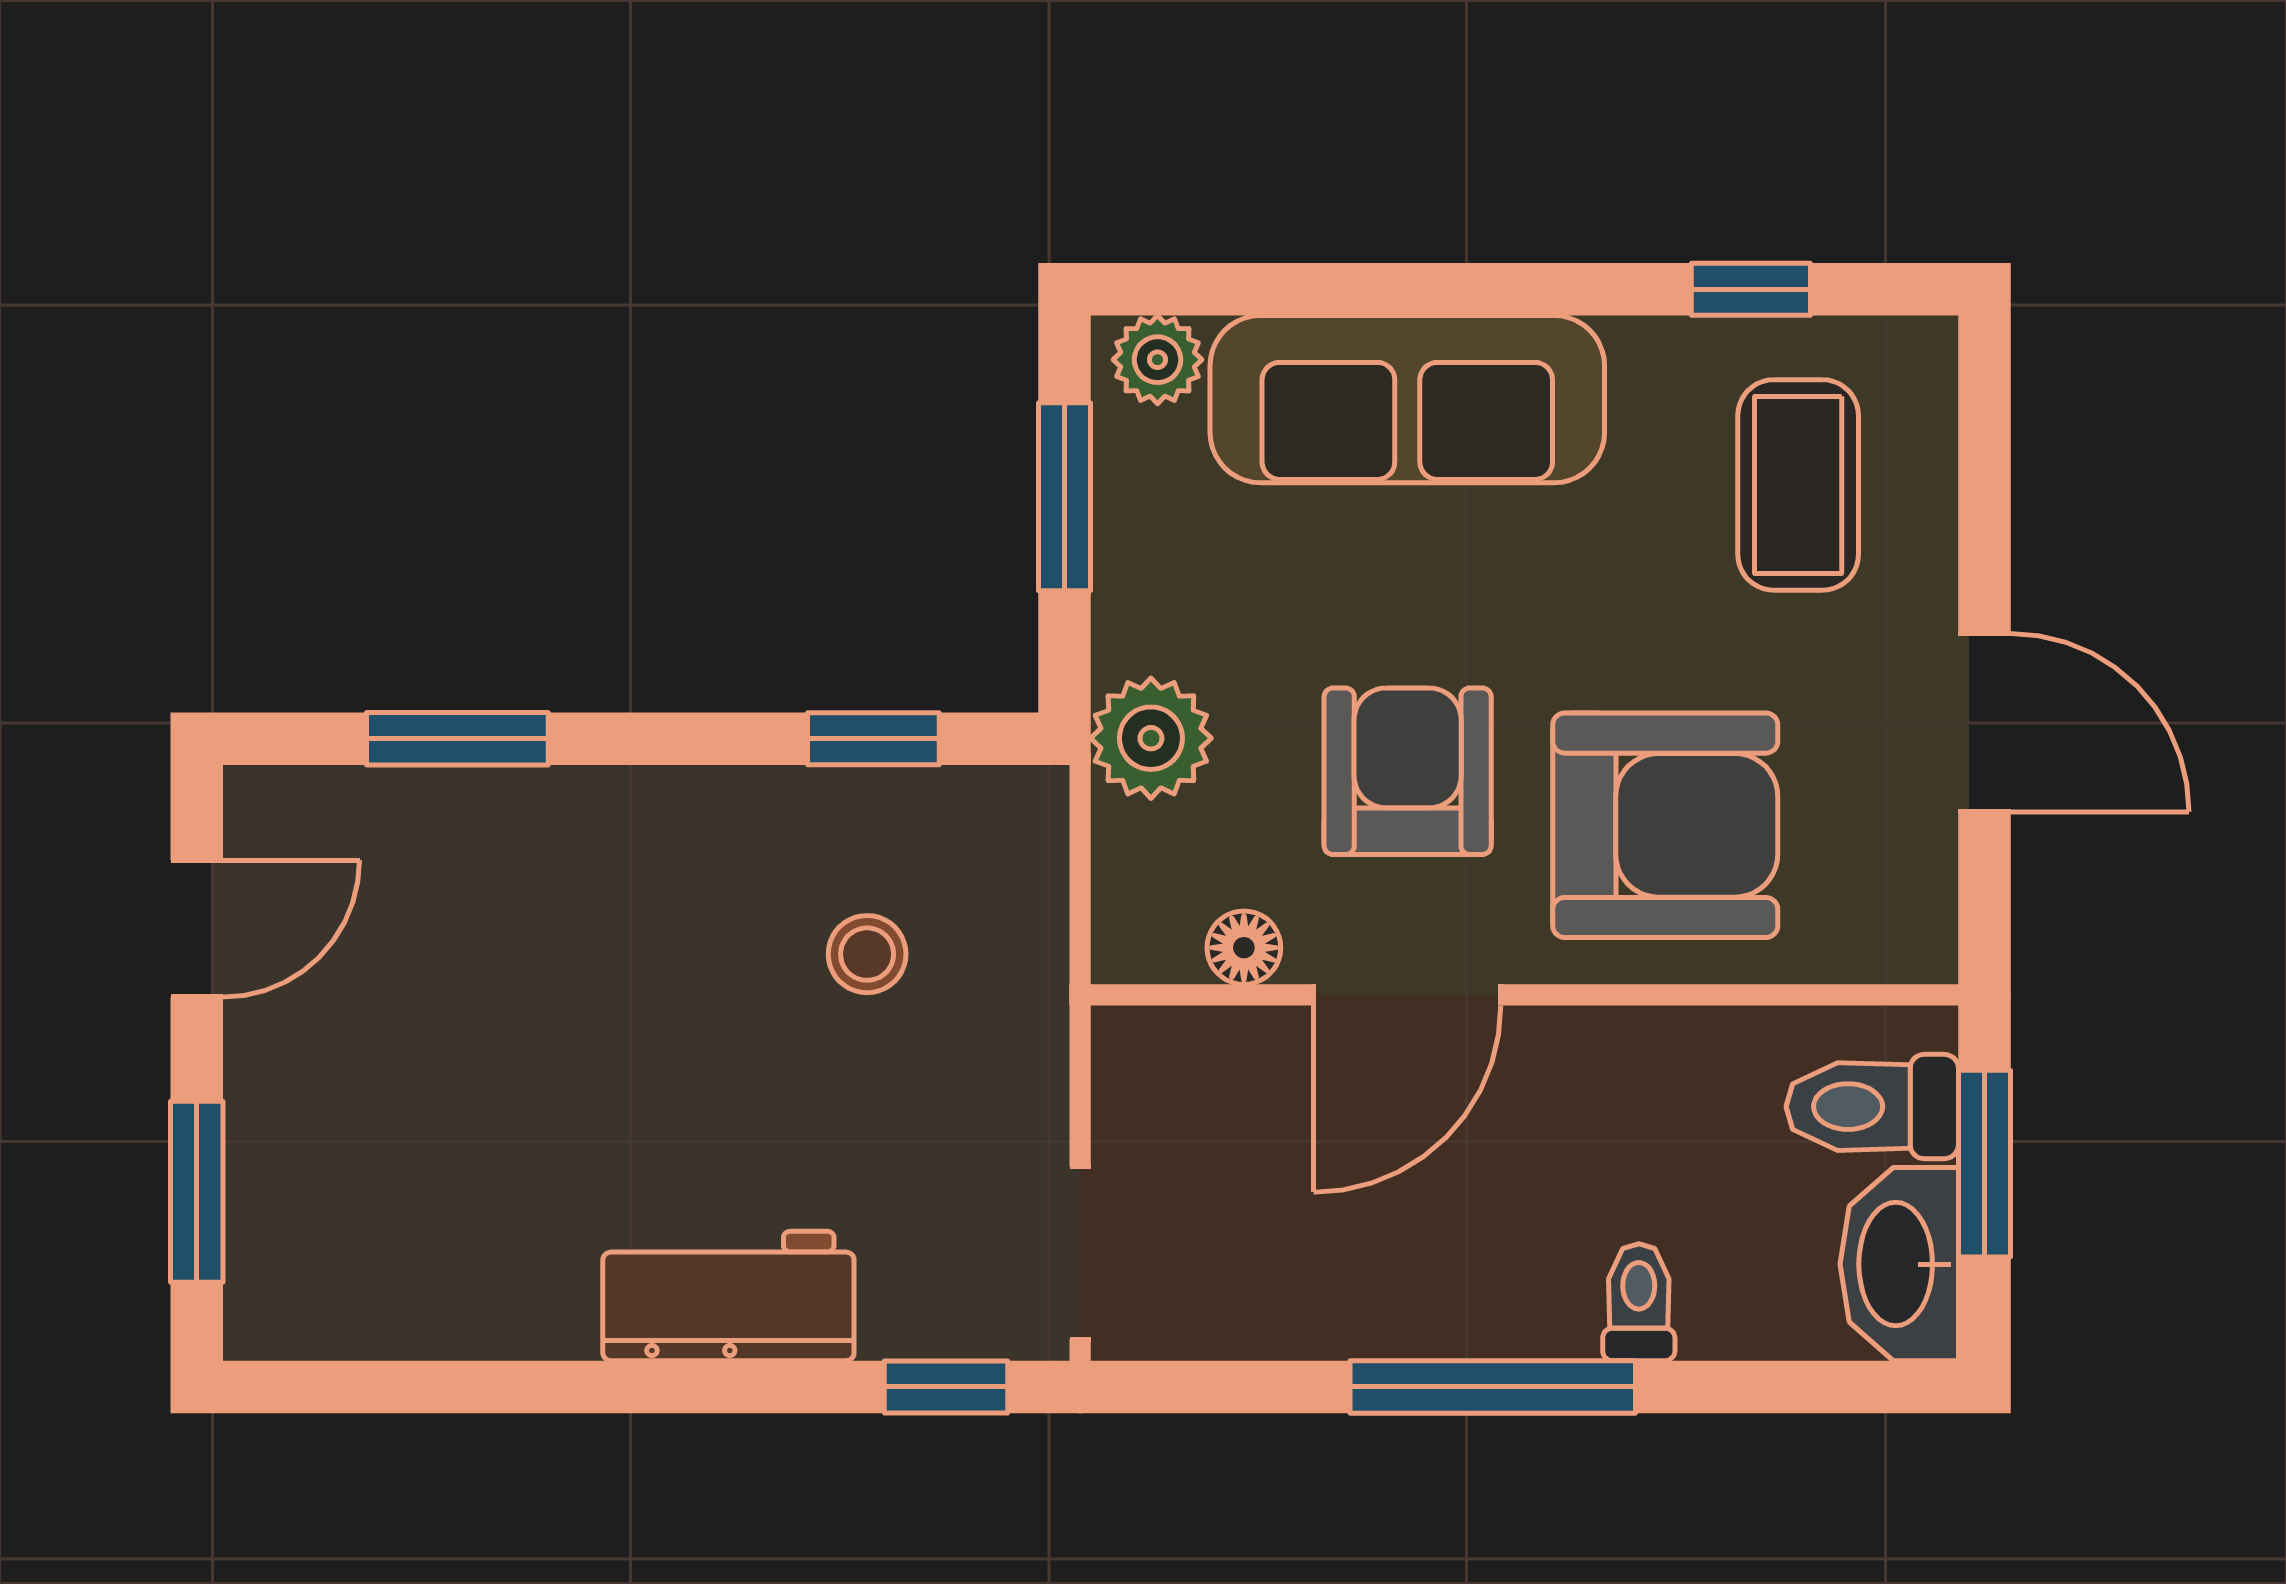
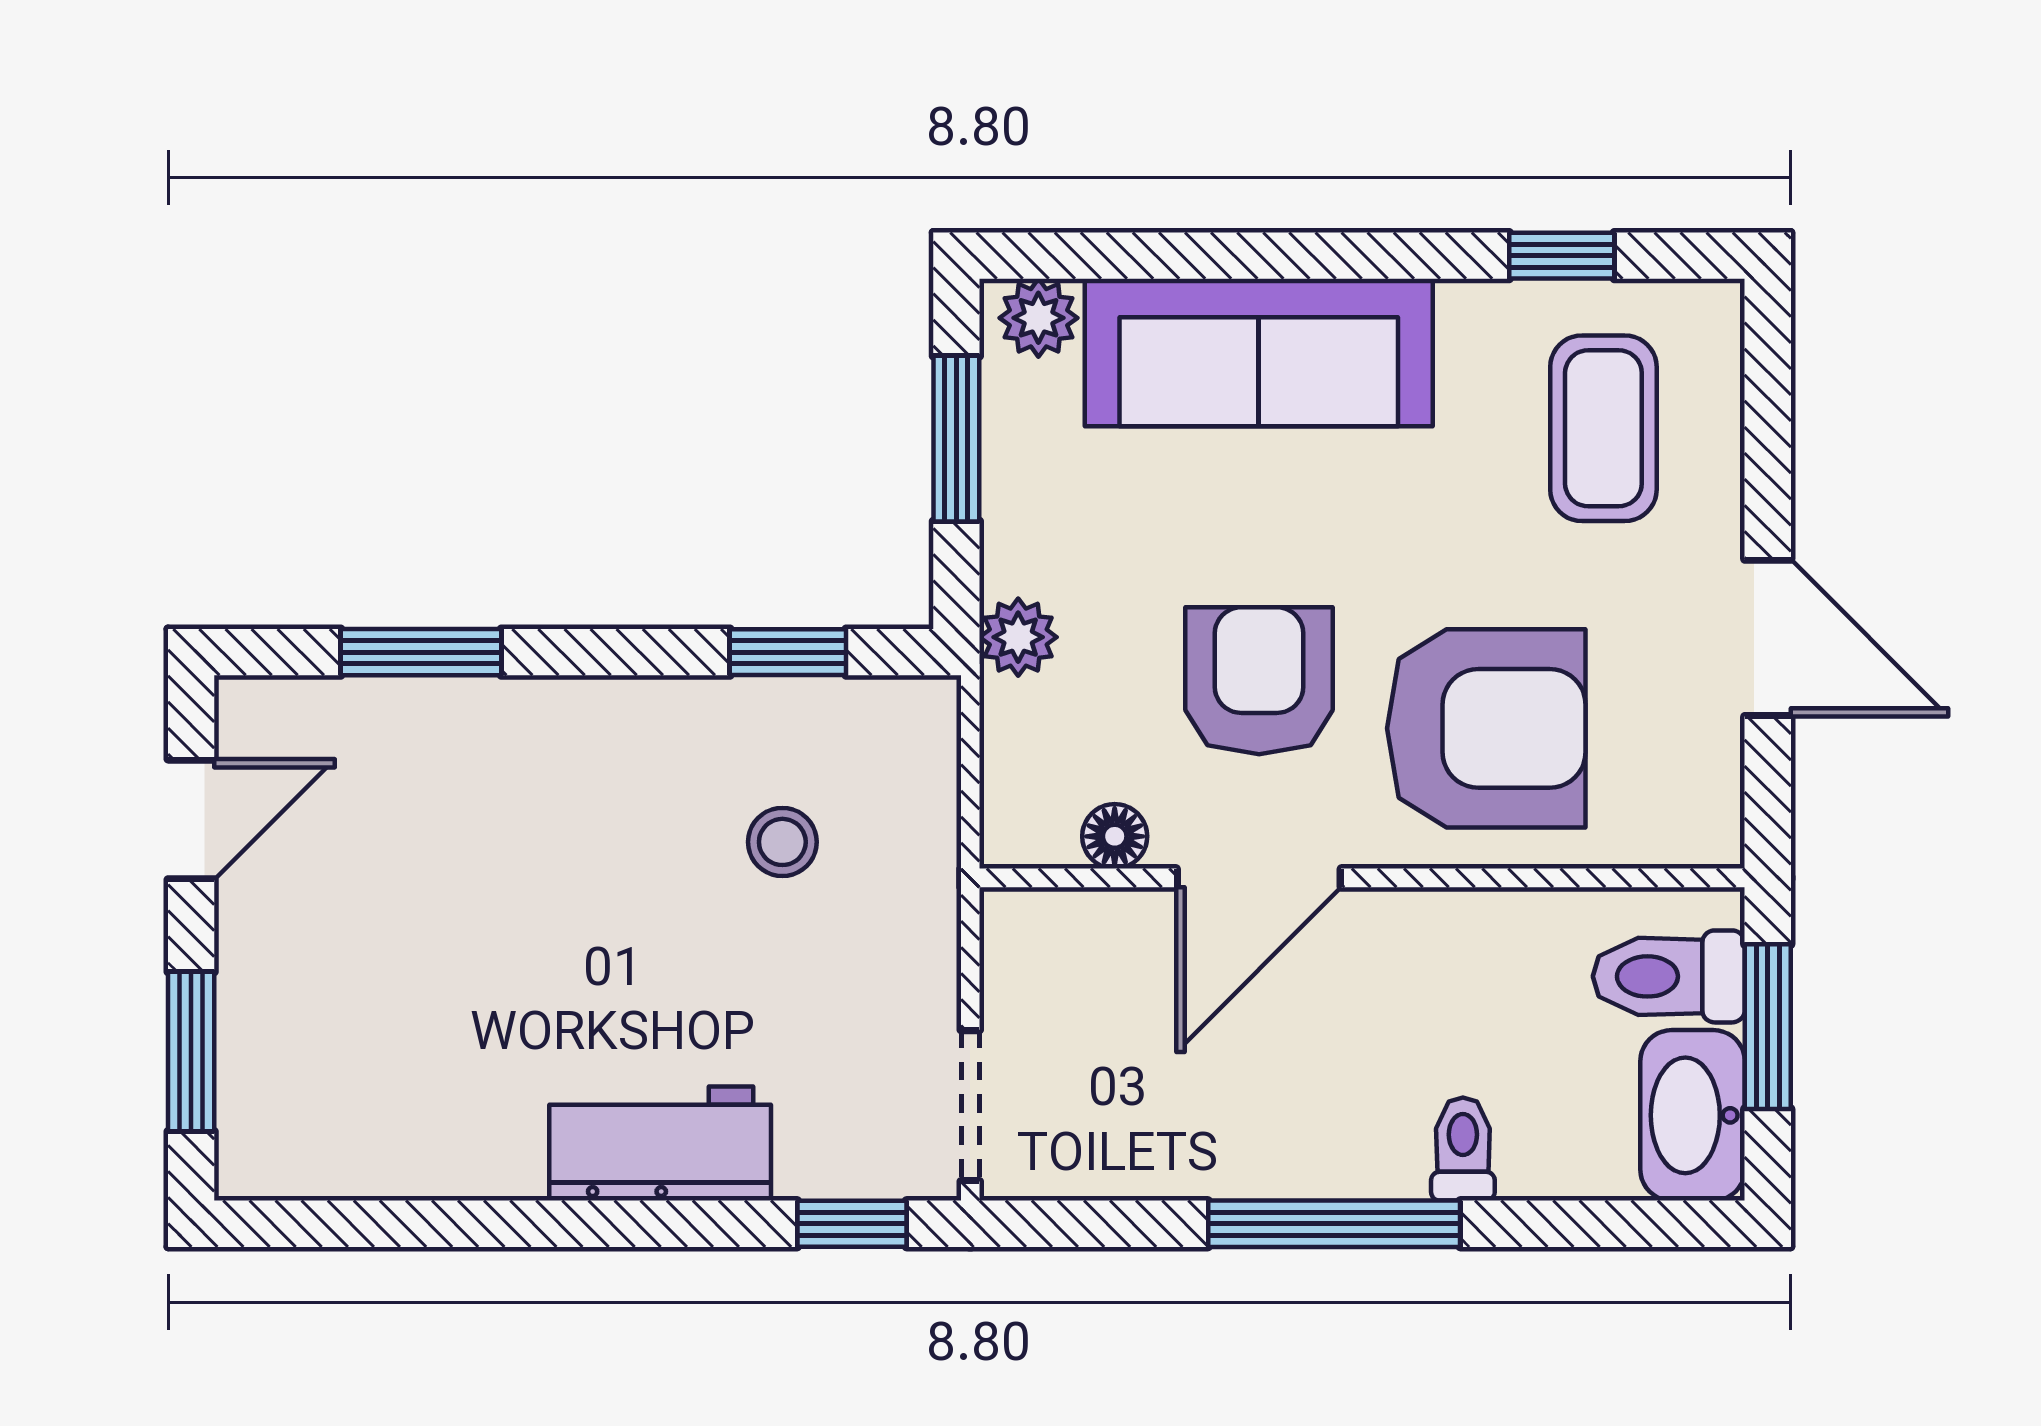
plant: (1151, 738) -> (1018, 637), width x0.73, depth x0.73

